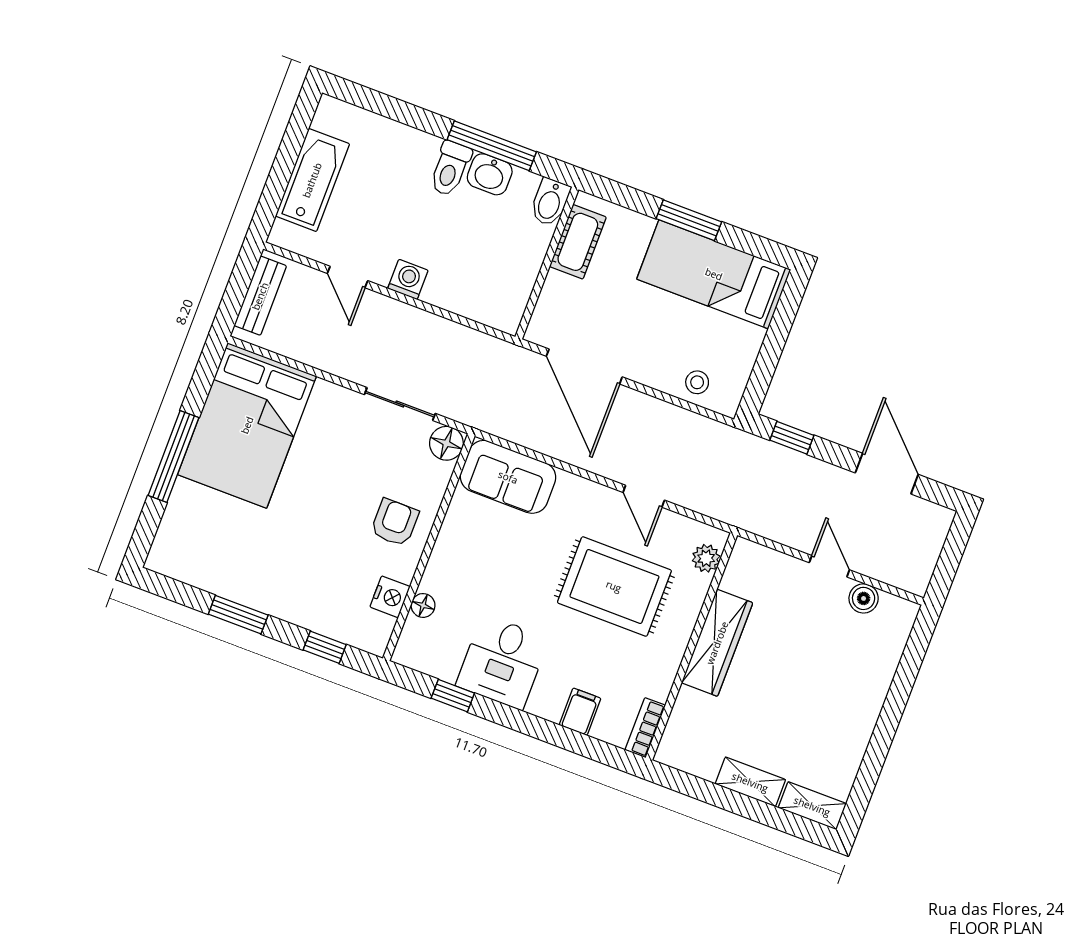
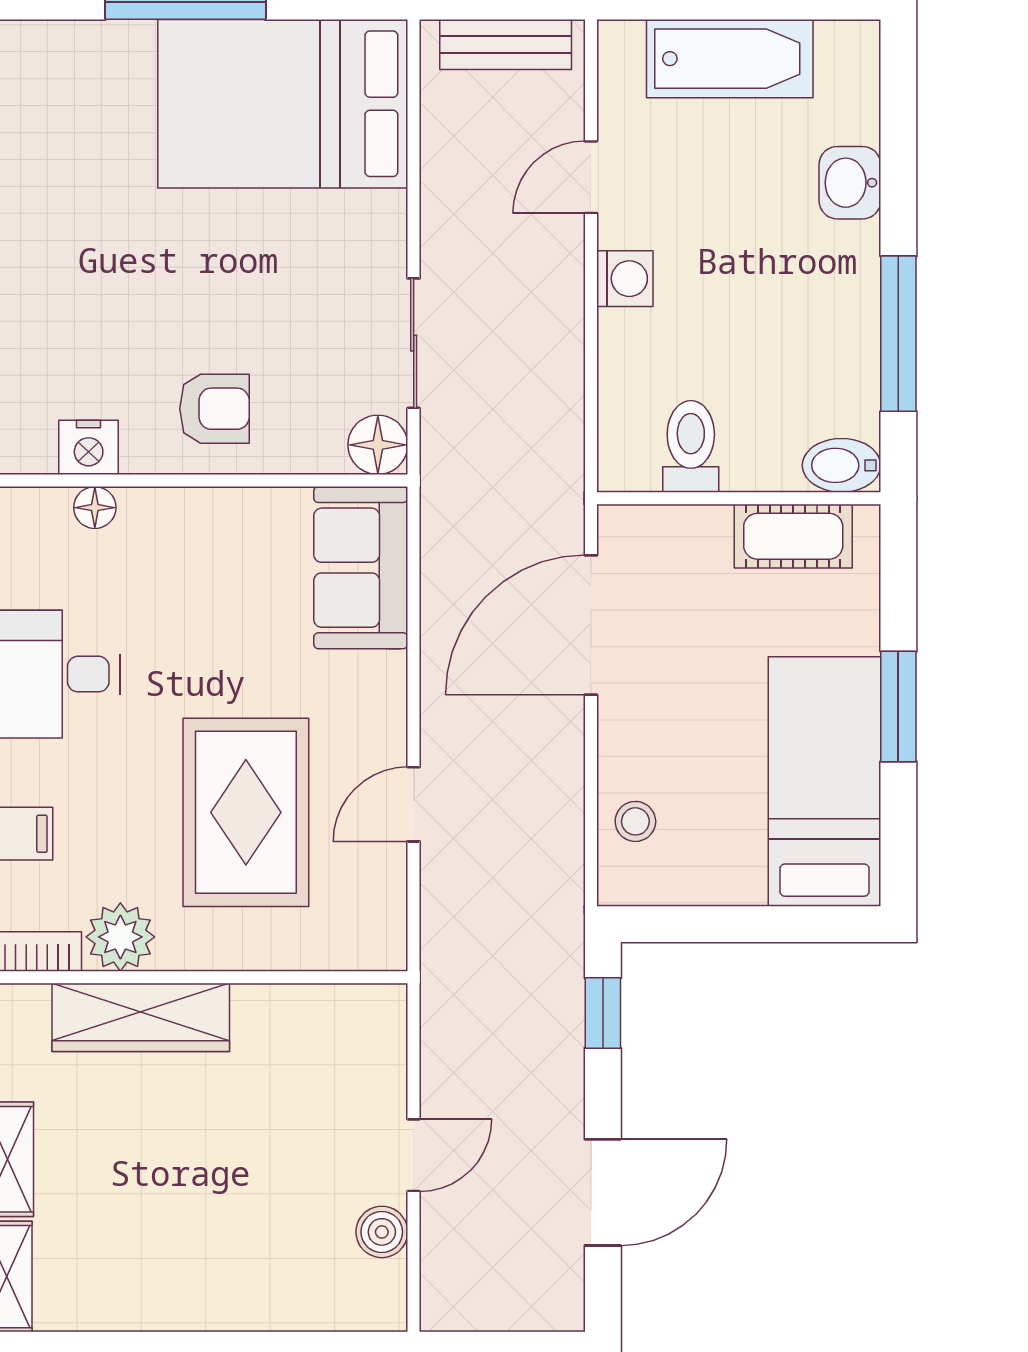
toilet: (450, 169) -> (691, 446), moved, turned 90
washbasin: (490, 174) -> (850, 183), moved
plant: (706, 558) -> (120, 937), moved, width x1.38, depth x1.38
wardrobe: (717, 643) -> (141, 1017), moved

